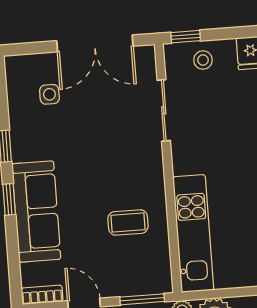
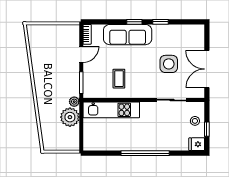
window: (186, 37) -> (207, 129), moved
side table: (49, 94) -> (169, 64), moved, width x1.87, depth x1.87

